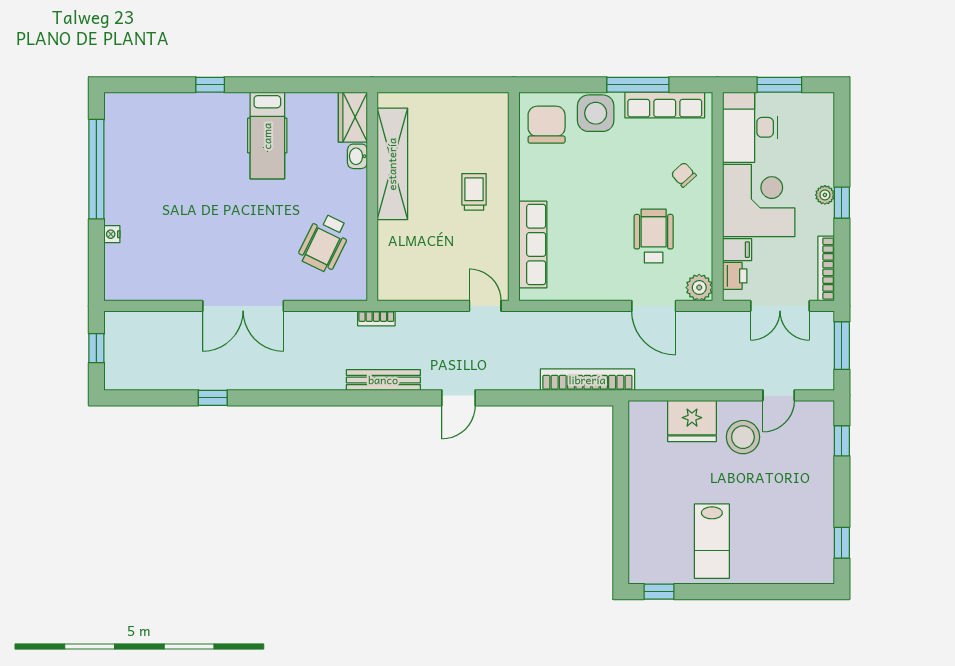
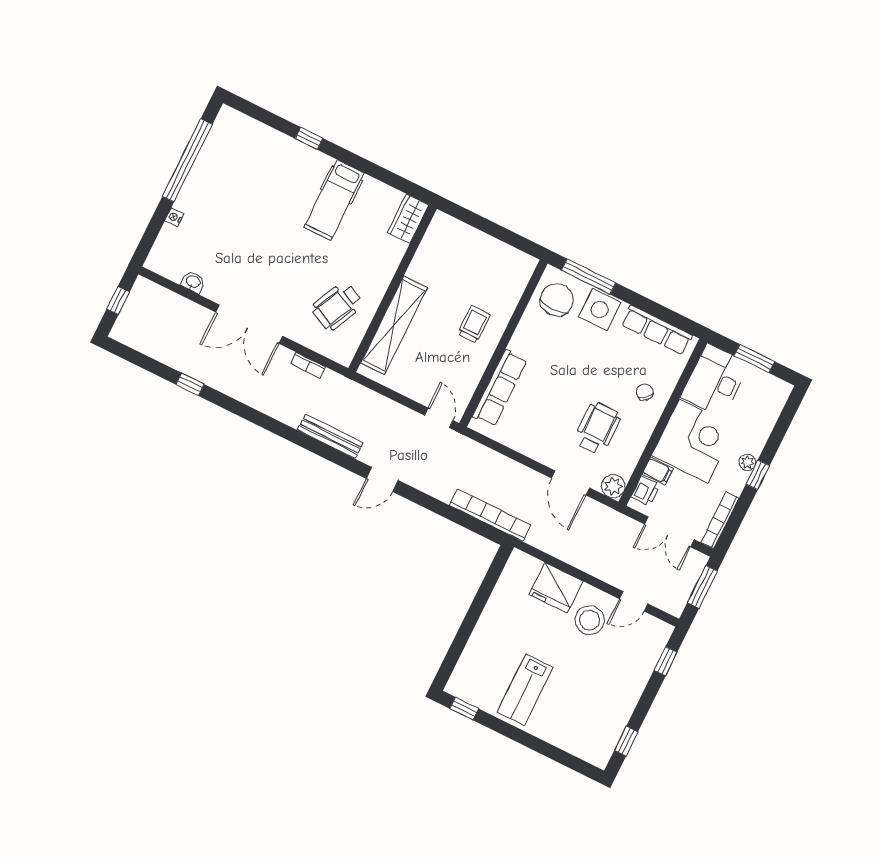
window: (638, 85) -> (589, 277), moved
washbasin: (357, 156) -> (193, 282), moved, turned 90
shelving: (392, 164) -> (394, 325), moved
bookcase: (376, 318) -> (308, 365), moved

